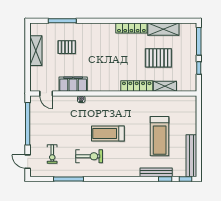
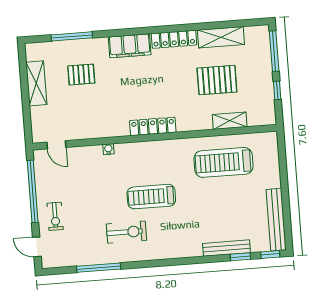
filing cabinet: (73, 84) -> (130, 46), moved, turned 180
locker: (137, 86) -> (153, 126), moved
treadmill: (160, 136) -> (224, 162), moved, turned 90
exercise bike: (52, 154) -> (55, 216), moved

